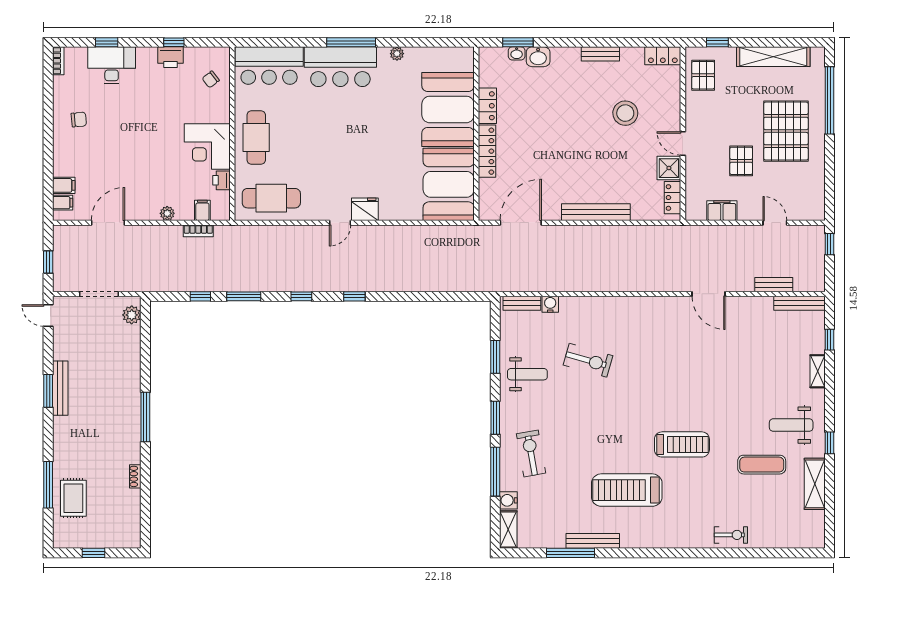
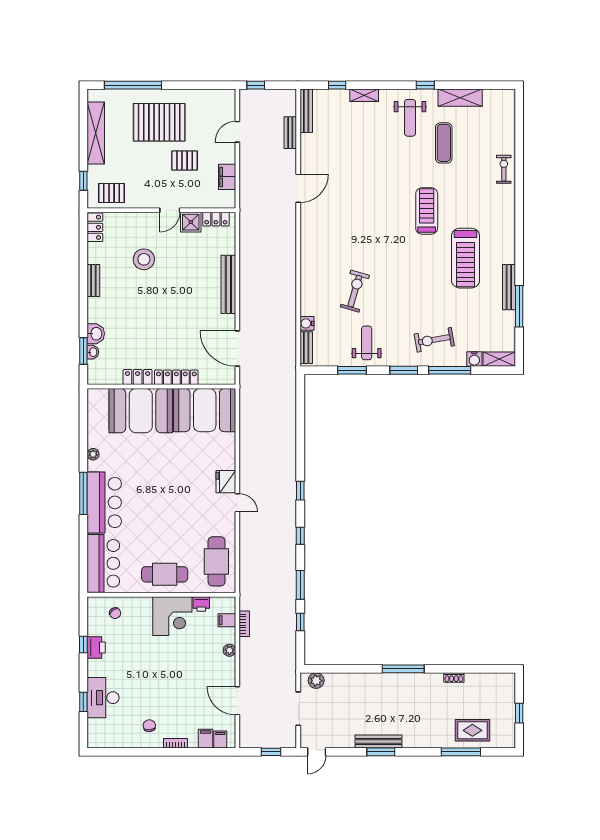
bookcase: (58, 61) -> (175, 743), moved

